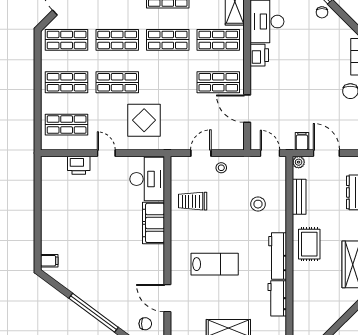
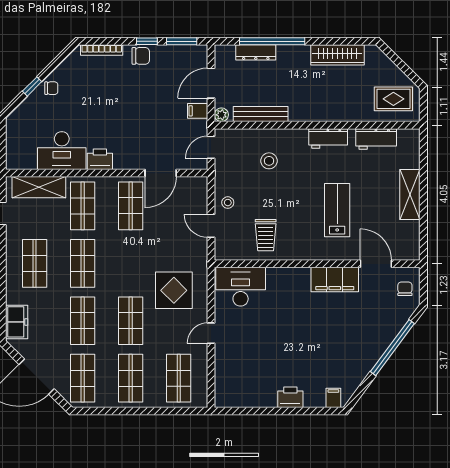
printer: (79, 165) -> (290, 397), moved, turned -90
bench: (299, 197) -> (261, 114), width x1.36
filing cabinet: (153, 223) -> (335, 280), moved
rug: (309, 244) -> (393, 99), moved
workbench: (278, 256) -> (328, 138), width x0.73
door: (167, 298) -> (376, 264), swing flipped

